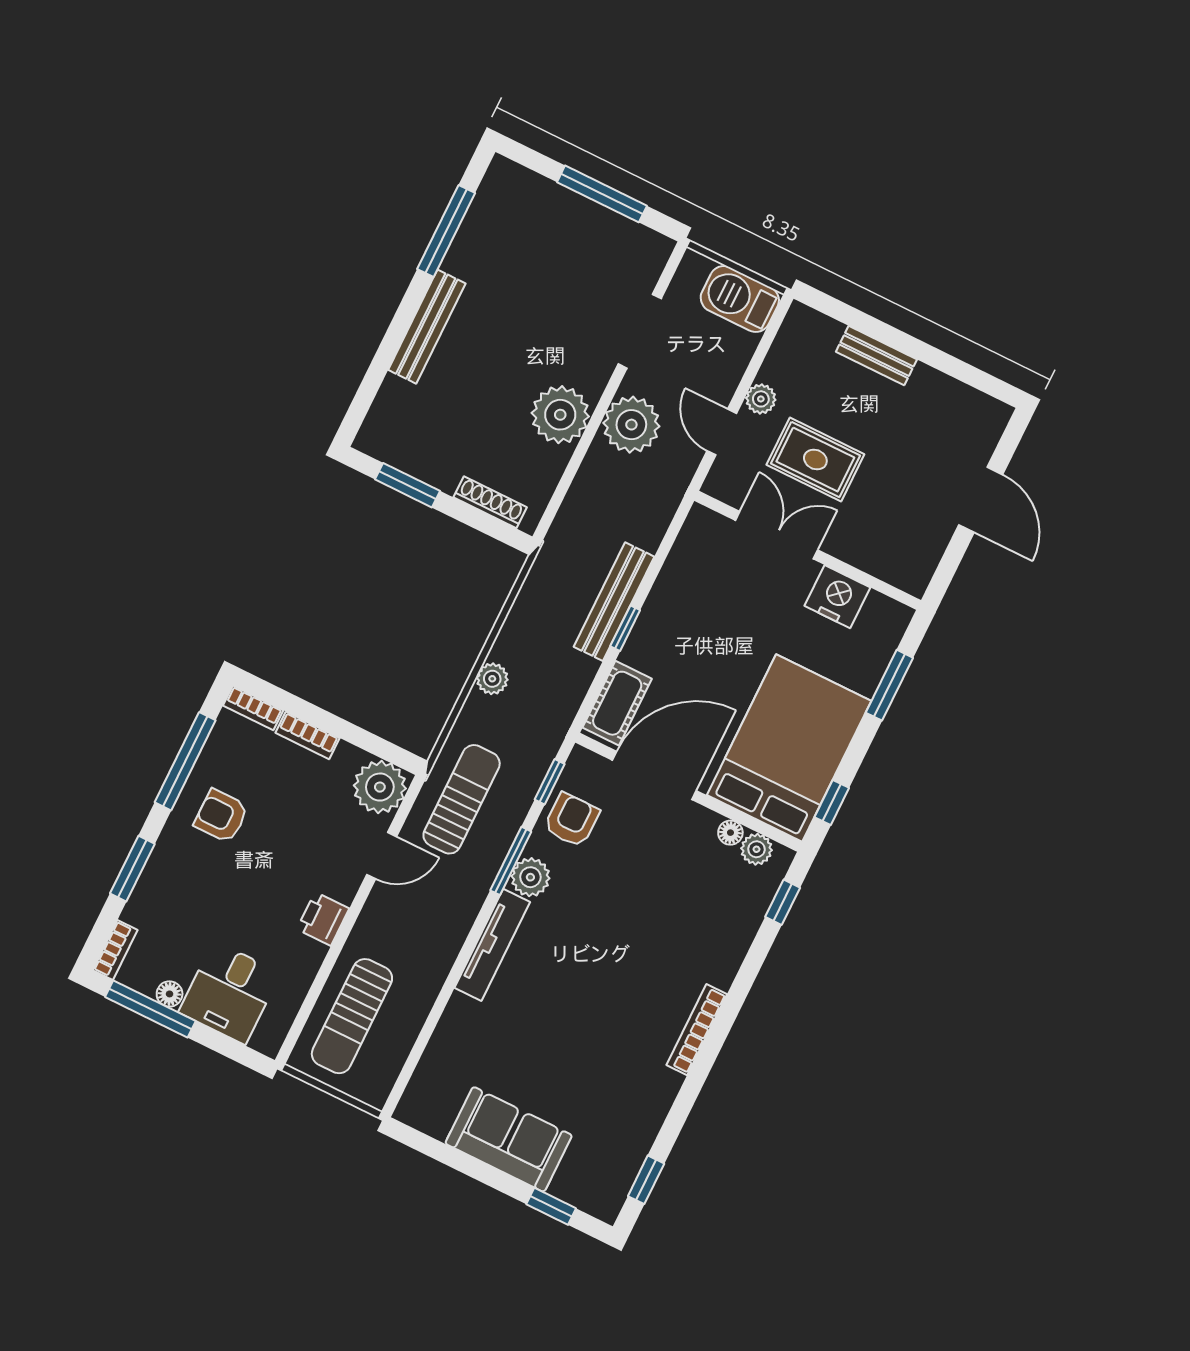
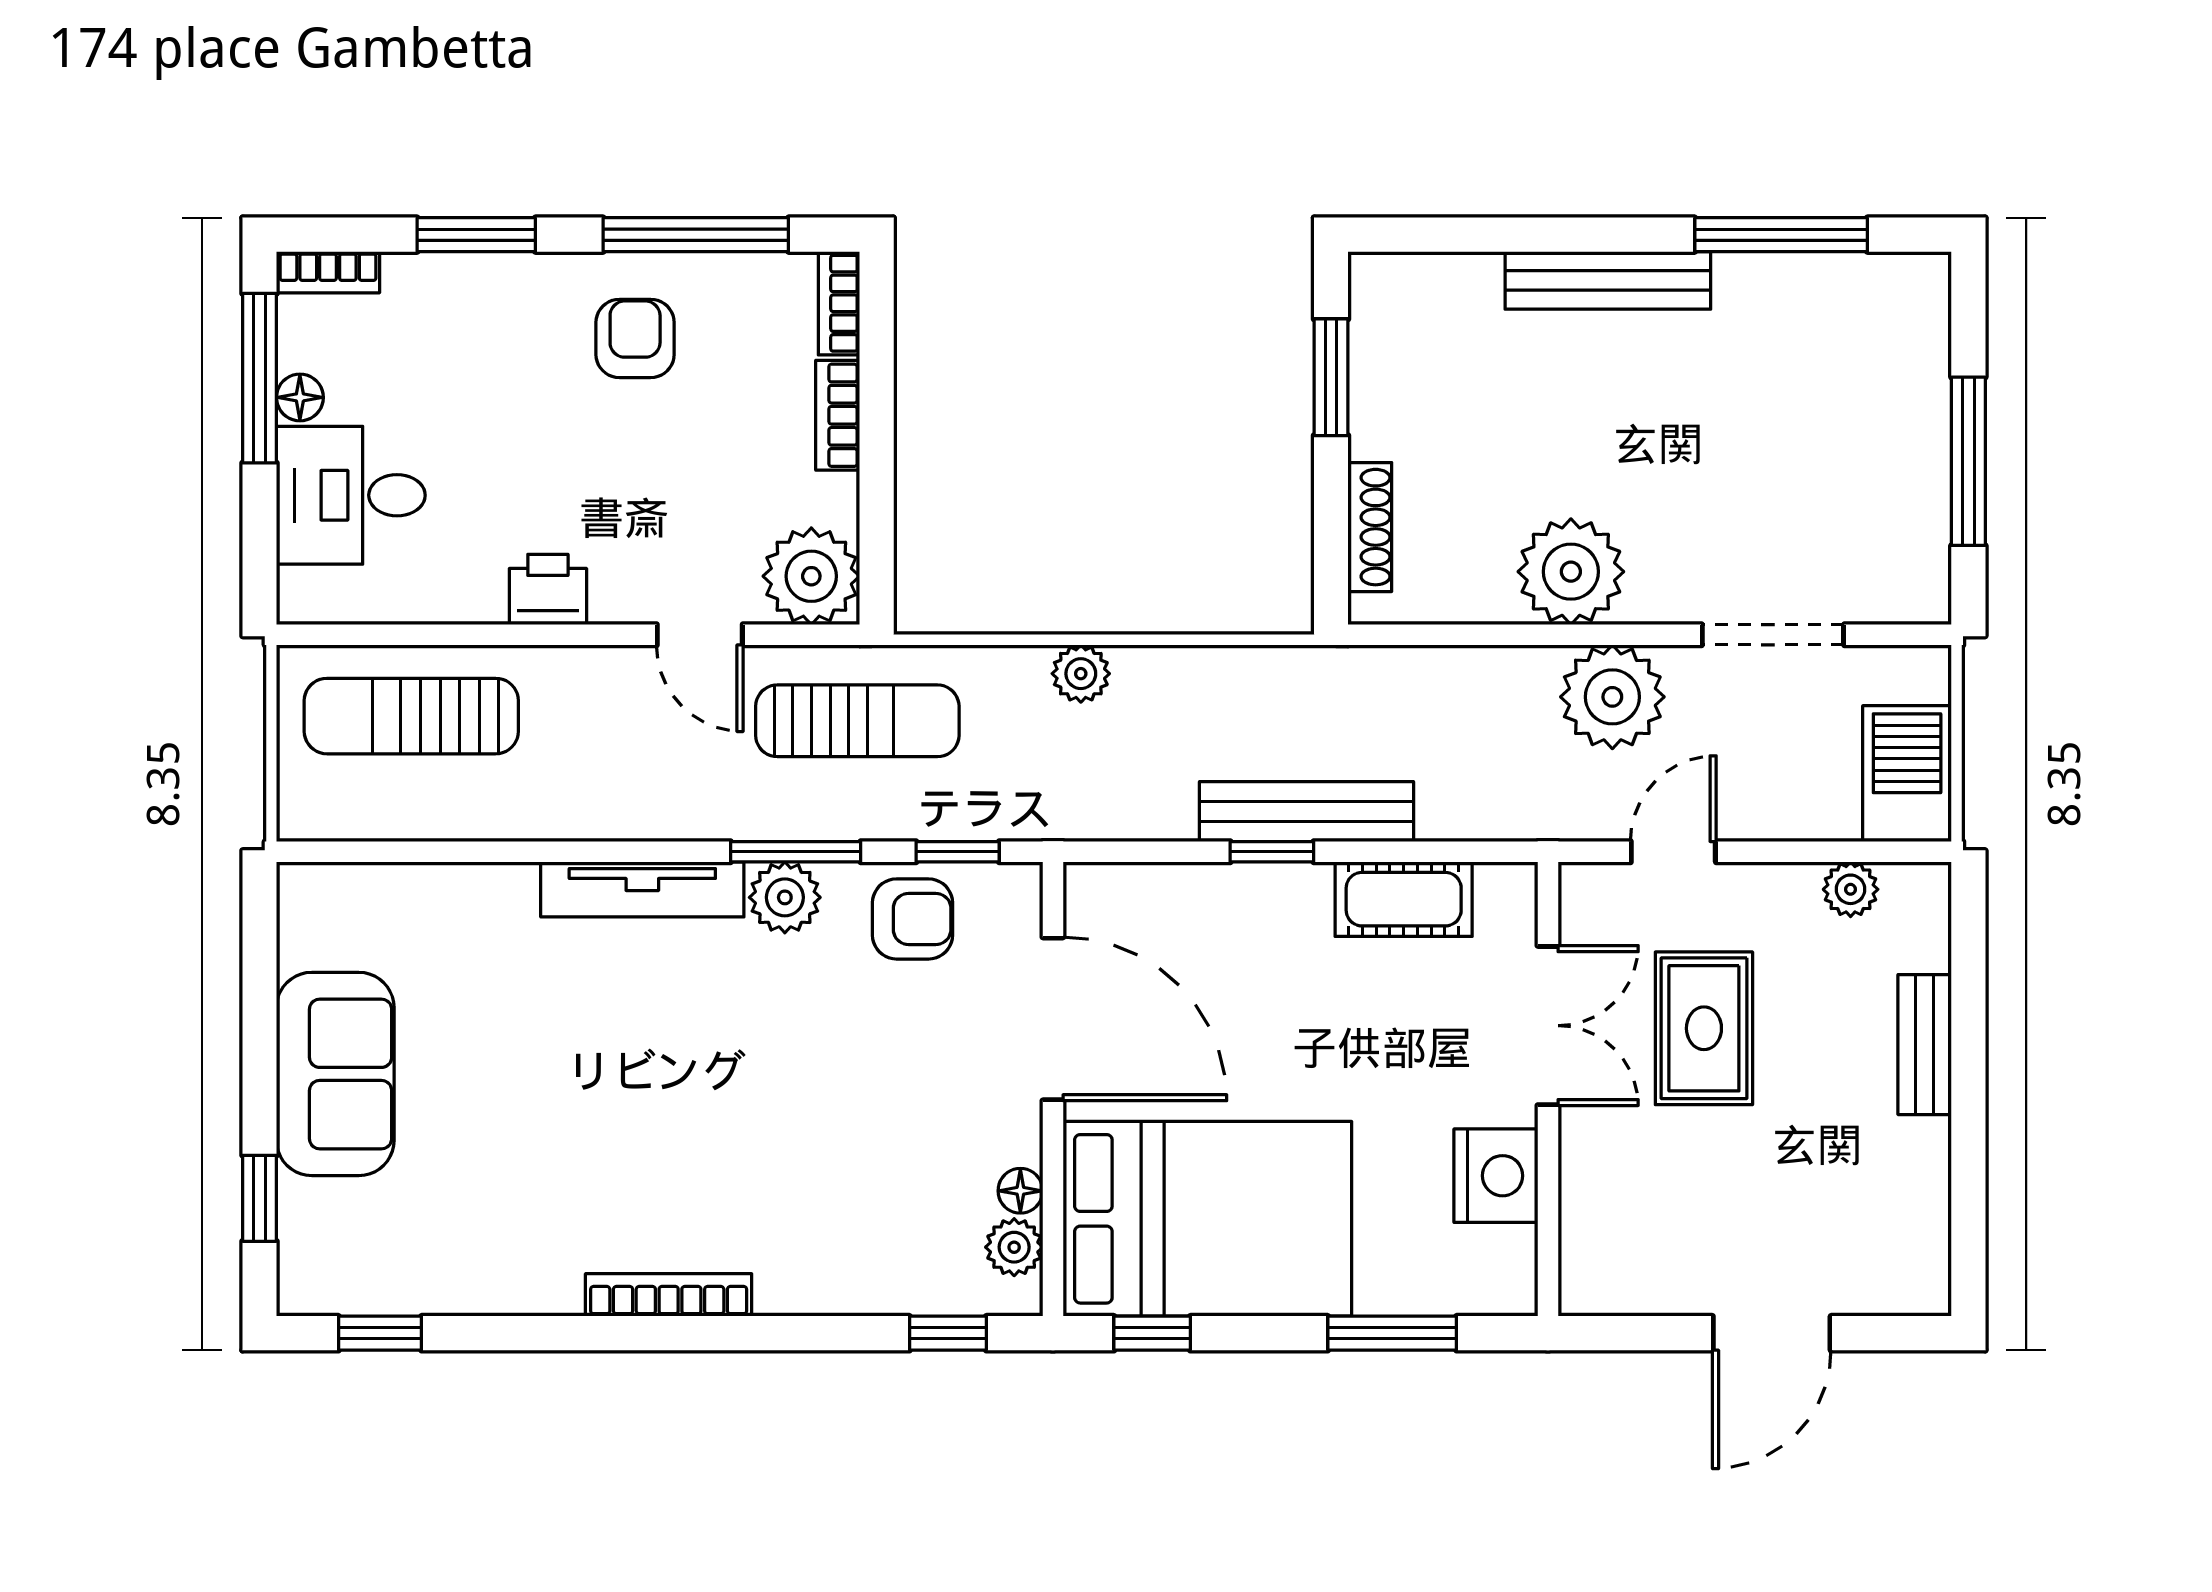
plant: (761, 399) -> (1851, 889), moved
cot: (617, 703) -> (1404, 899), moved

